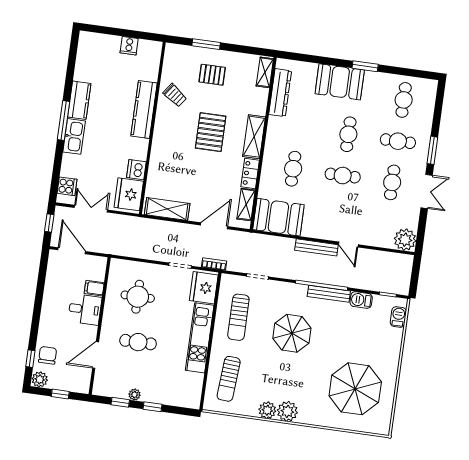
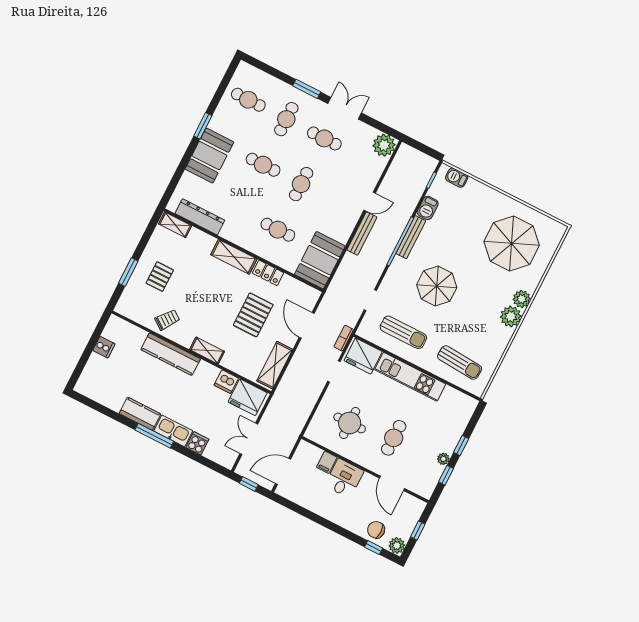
pallet: (211, 132) -> (253, 315), moved, turned 90
cooker: (67, 186) -> (197, 443), moved
shelving: (246, 204) -> (207, 351), moved
plant: (267, 410) -> (522, 299), moved

